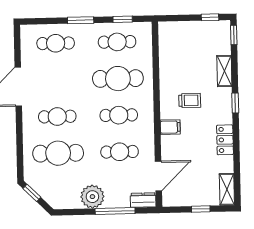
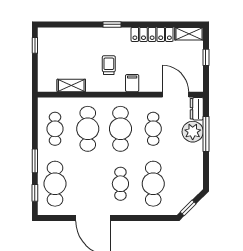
window: (123, 19) -> (35, 193), moved
window: (234, 35) -> (51, 24), removed
cafe table: (56, 43) -> (55, 184), width x1.37, depth x1.35
shelving: (224, 71) -> (71, 85), moved
cafe table: (119, 115) -> (120, 129), width x1.37, depth x1.35
locker: (225, 140) -> (152, 34), width x1.53
plant: (92, 197) -> (193, 132), moved

